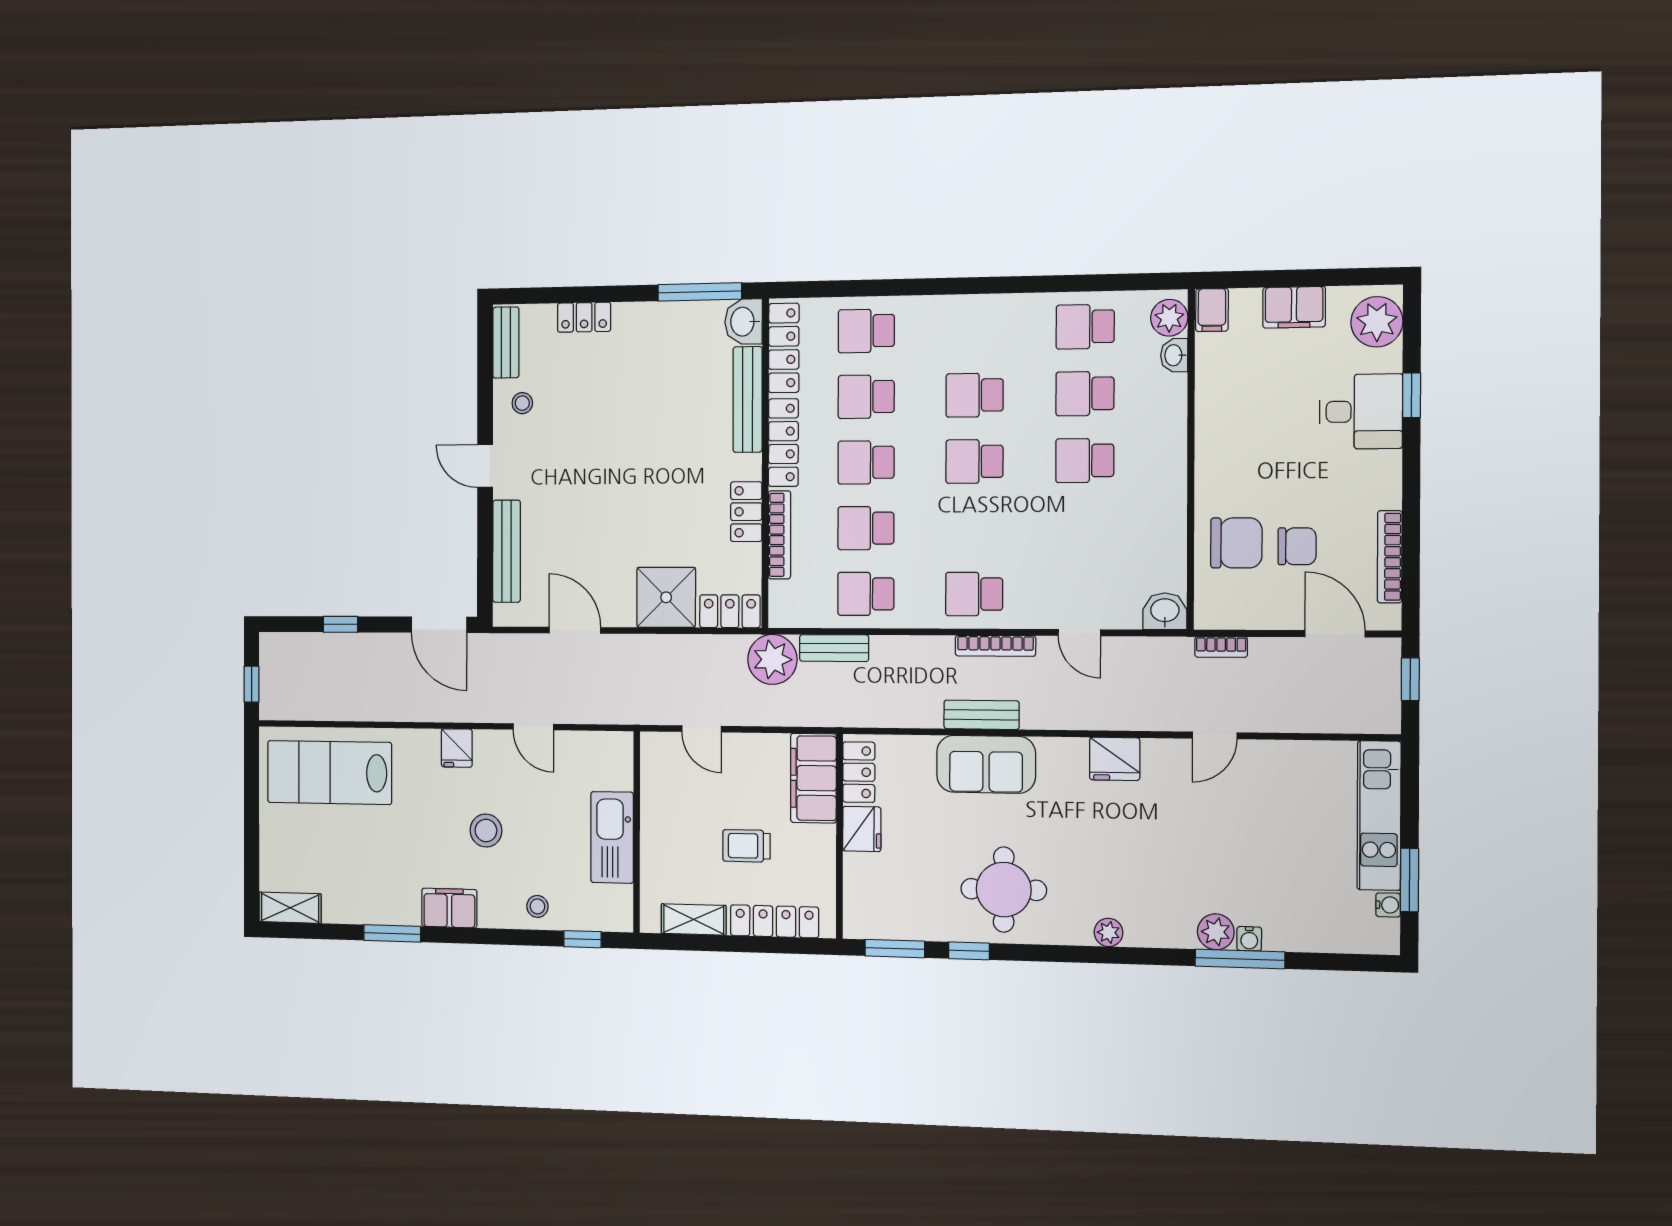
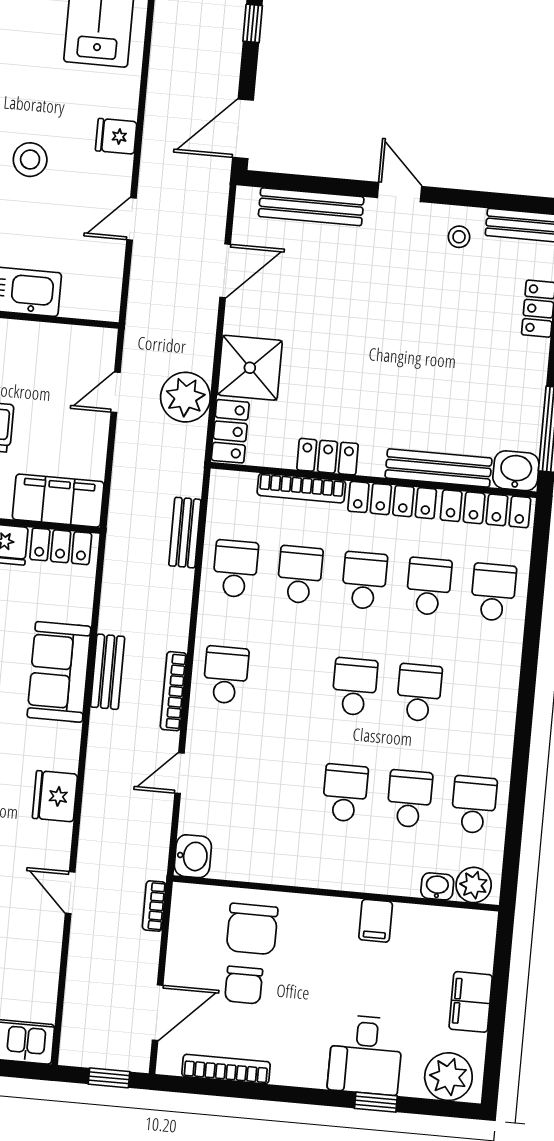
filing cabinet: (1212, 310) -> (376, 921), moved, turned -90
door: (485, 466) -> (400, 192), hinge flipped
plant: (772, 659) -> (185, 397), moved

